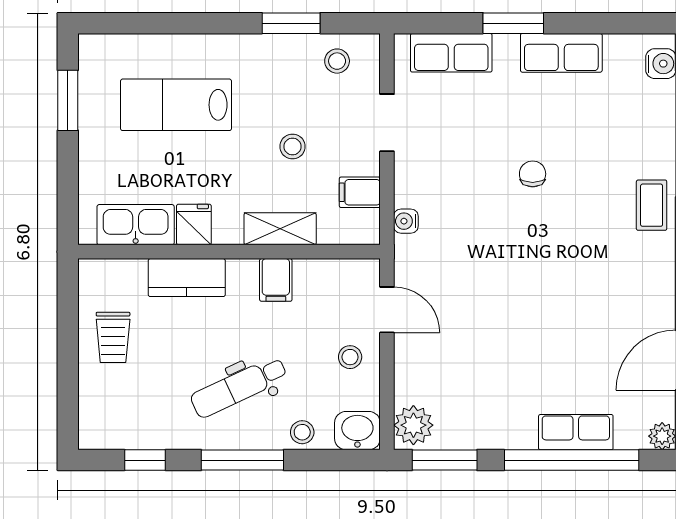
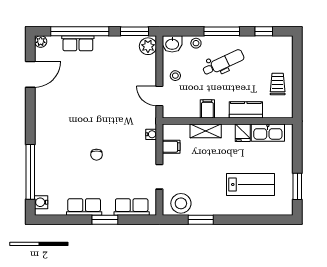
stool: (337, 61) -> (181, 203), width x1.89, depth x1.89
stool: (293, 146) -> (200, 166), removed
coffee table: (652, 205) -> (45, 141), removed

